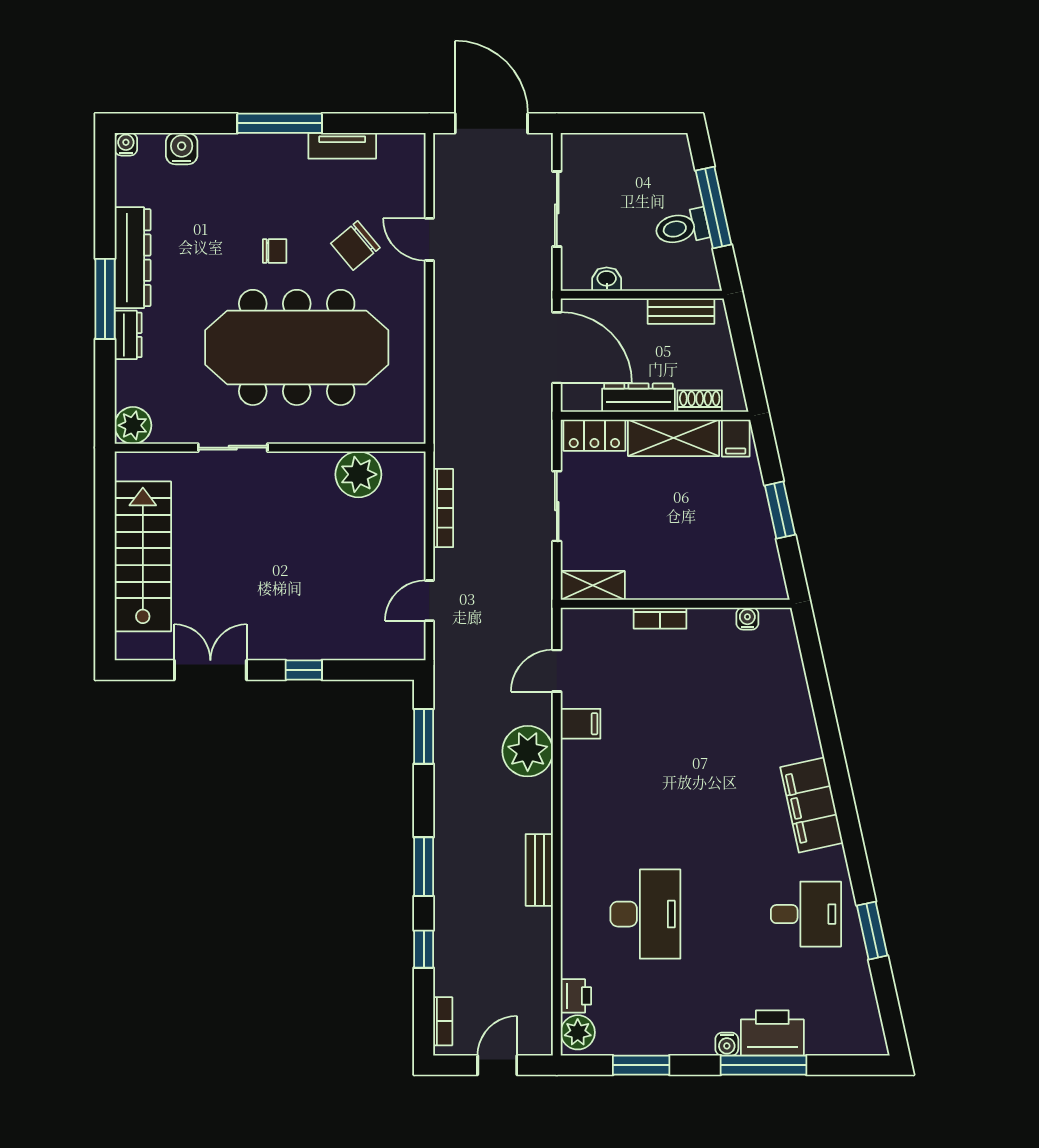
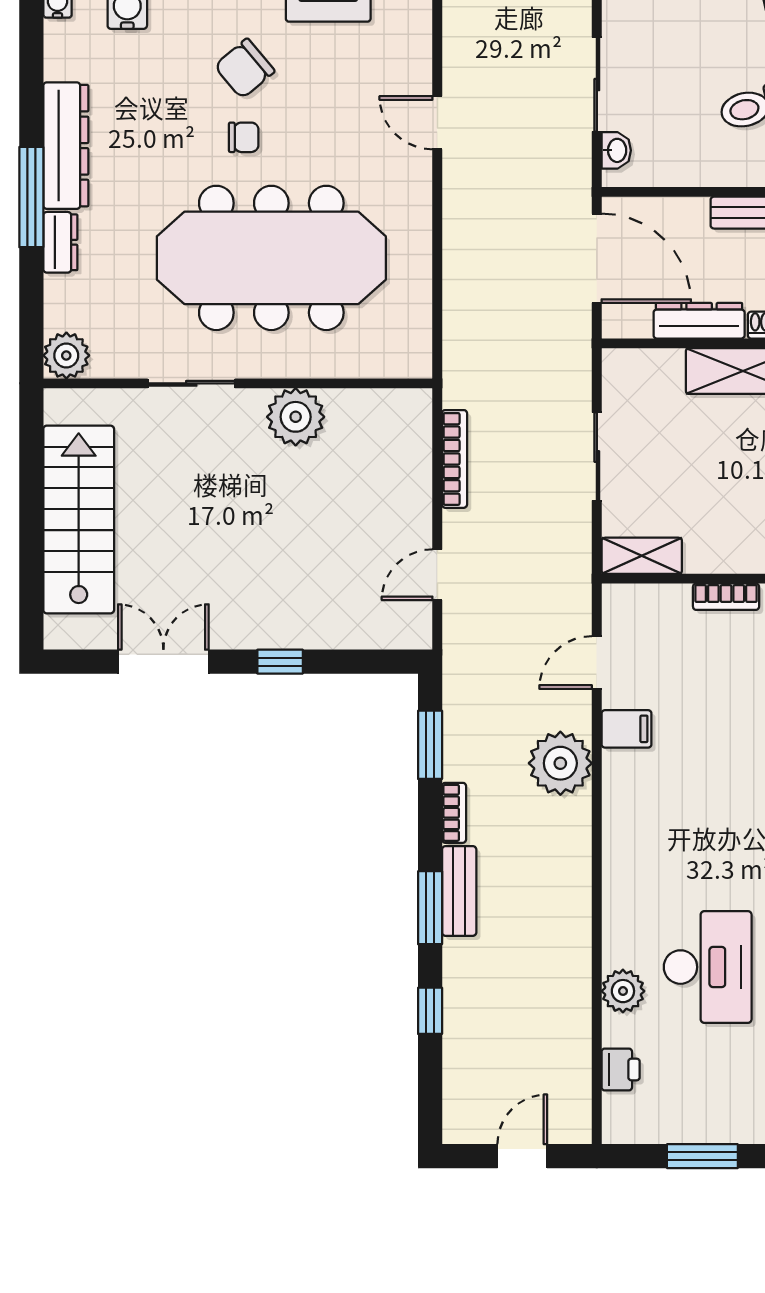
chair: (355, 246) -> (244, 69), moved
washbasin: (607, 279) -> (616, 150), moved, turned 90
locker: (594, 435) -> (644, 368), removed
plant: (358, 474) -> (296, 417), moved
bench: (539, 870) -> (459, 891), moved
bookcase: (443, 1021) -> (454, 813), moved
plant: (578, 1032) -> (623, 991), moved

